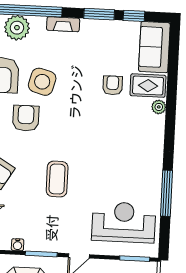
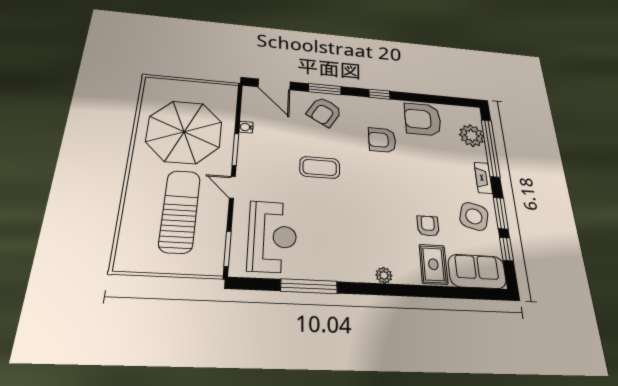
side table: (42, 82) -> (474, 216), moved
armchair: (113, 85) -> (428, 226), turned -90
plant: (159, 107) -> (384, 275), moved
armchair: (26, 118) -> (382, 140), turned 180

